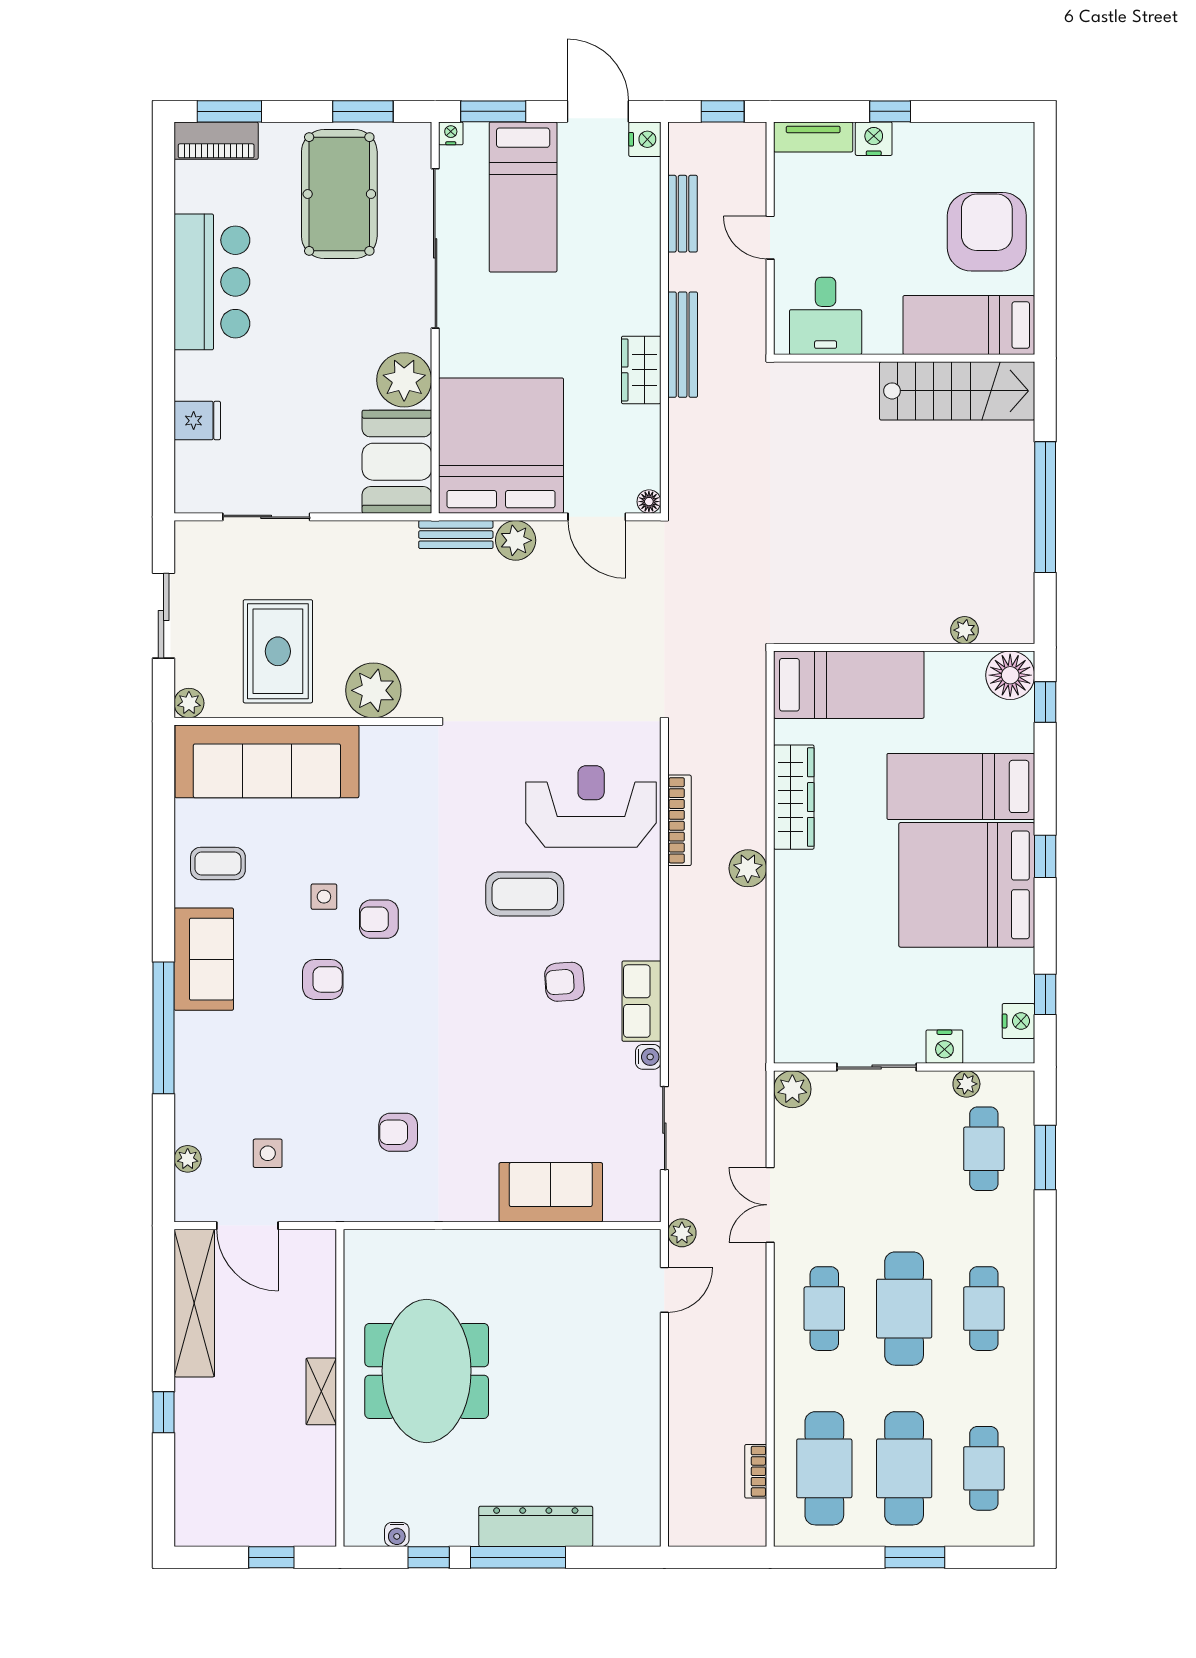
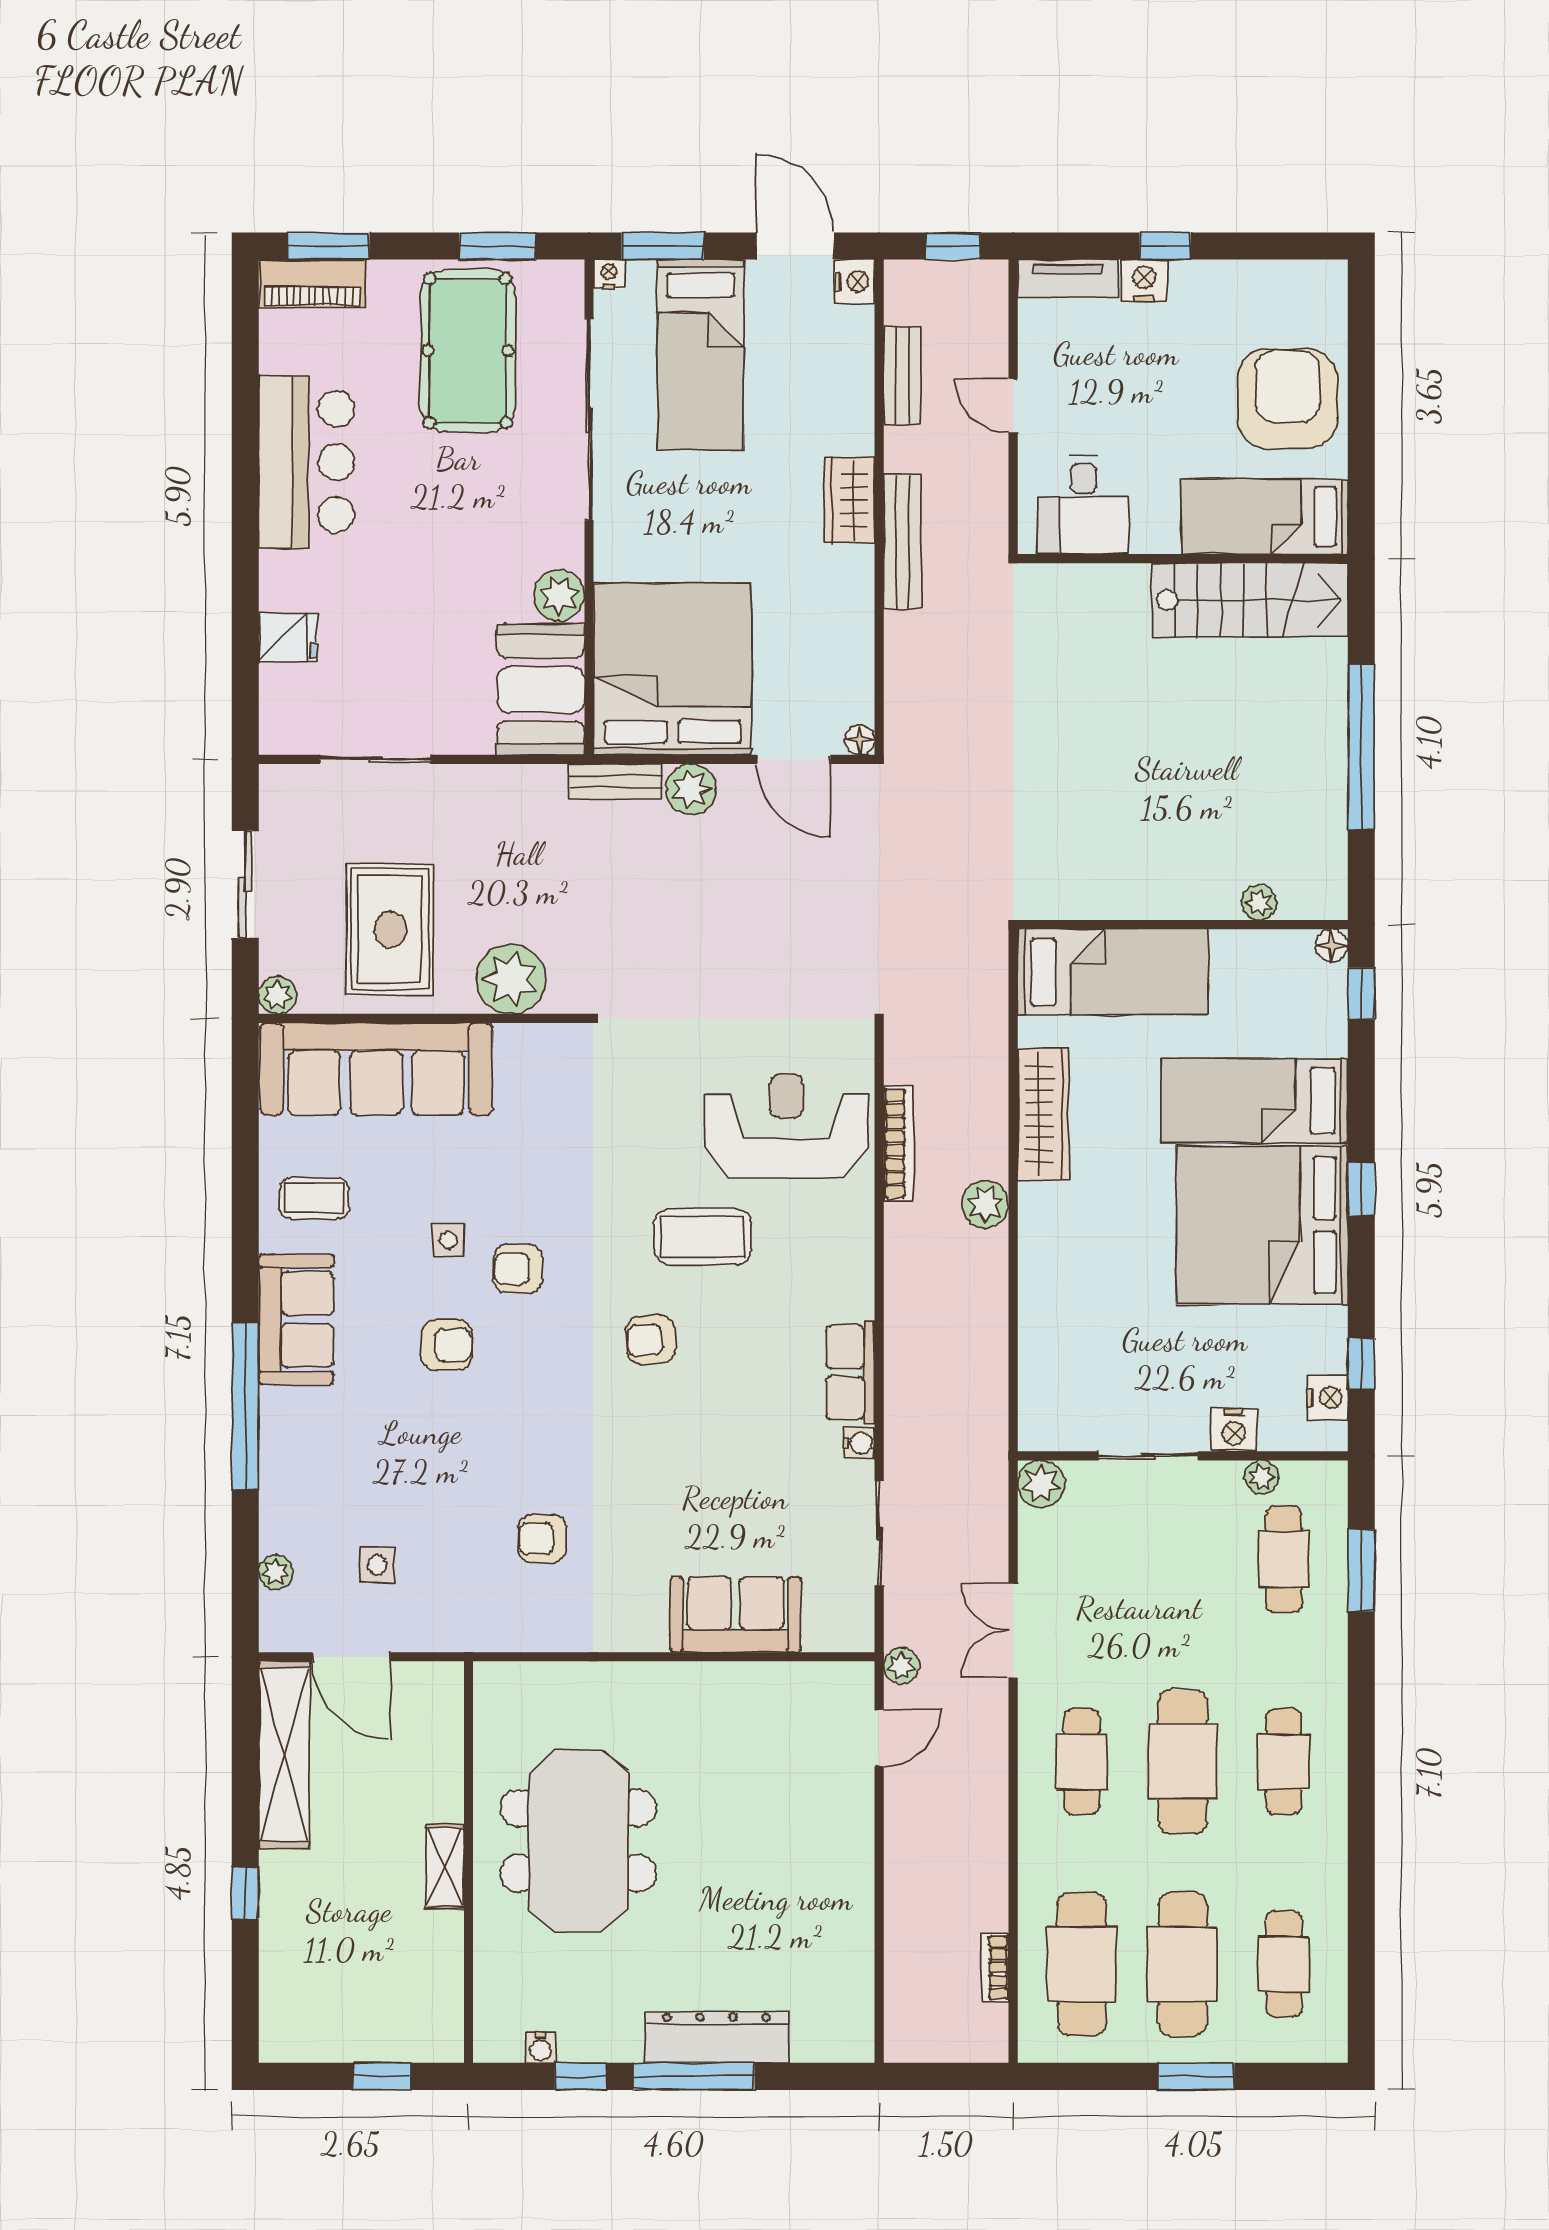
wardrobe: (641, 370) -> (850, 500), moved
plant: (404, 380) -> (559, 595), width x0.73, depth x0.73
floor lamp: (1010, 675) -> (1332, 945), width x0.53, depth x0.53
armchair: (564, 982) -> (651, 1340), moved

